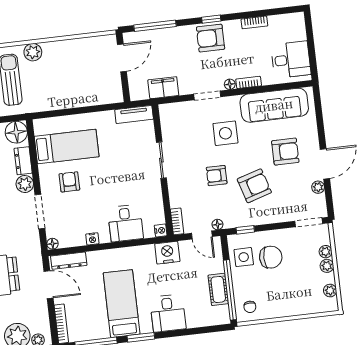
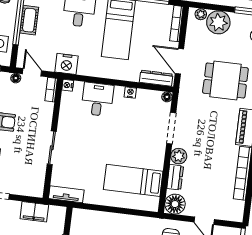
armchair: (69, 182) -> (138, 148), removed

